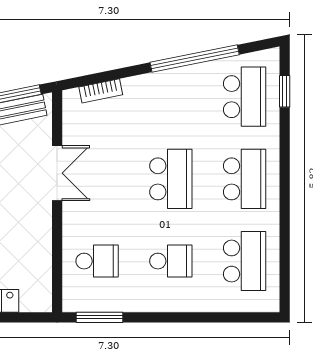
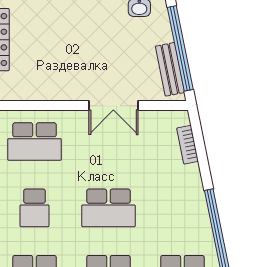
school desk: (97, 261) -> (35, 142), width x1.85

